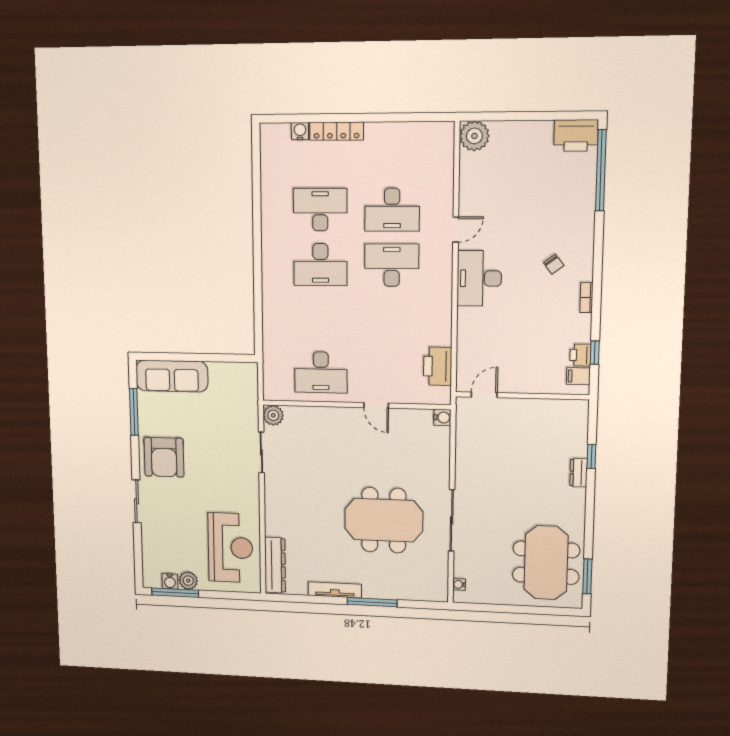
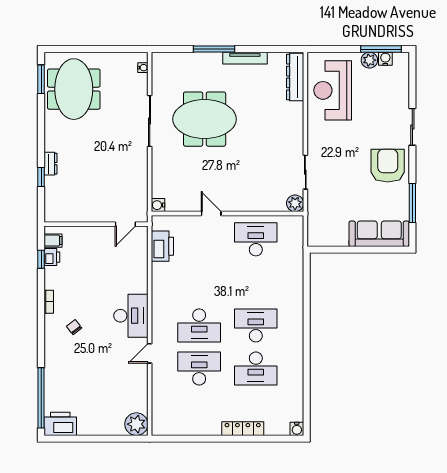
water cooler: (300, 131) -> (297, 429), moved

